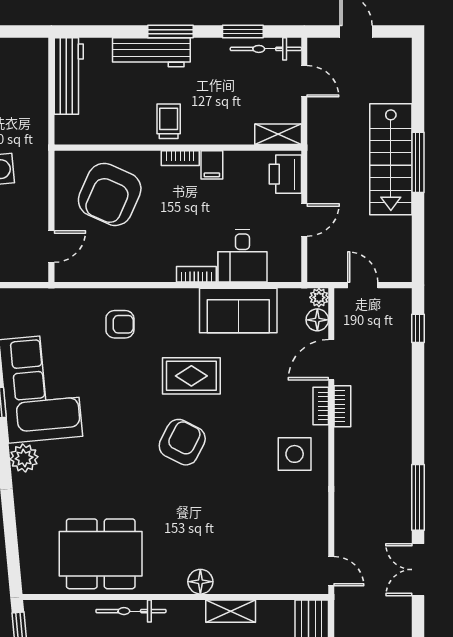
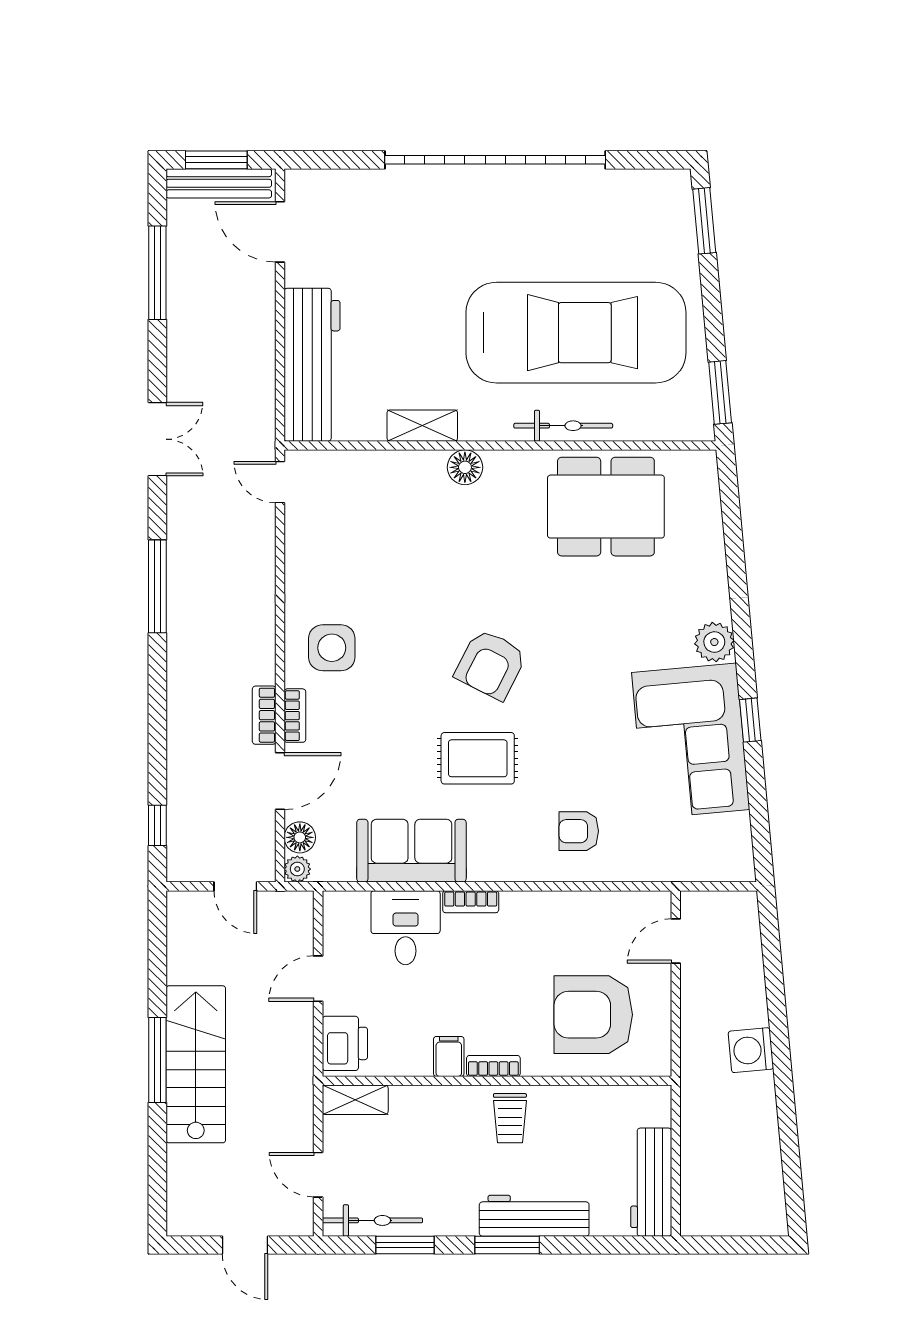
armchair: (110, 194) -> (593, 1015), turned -114
double door: (418, 570) -> (157, 439), moved

